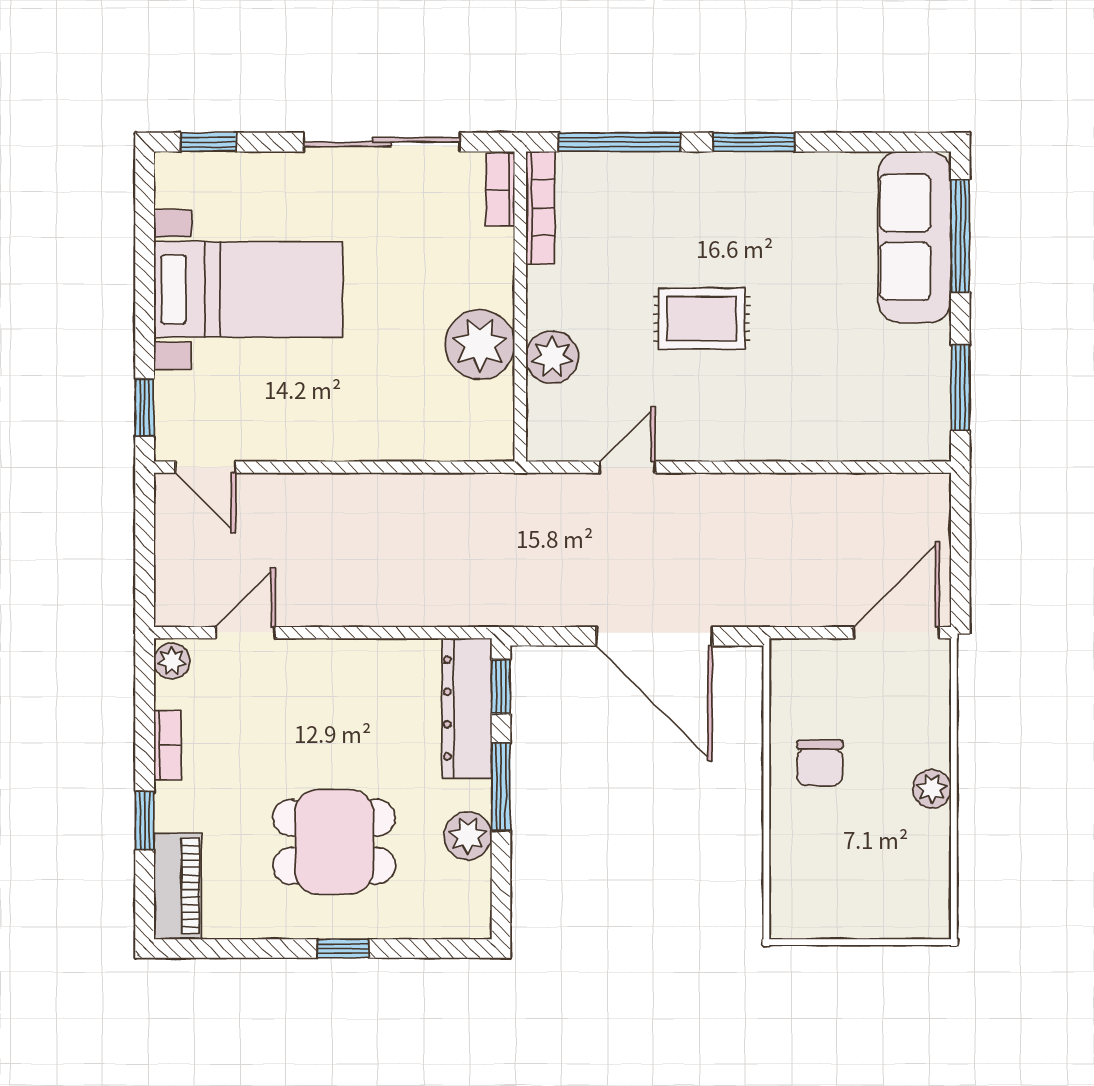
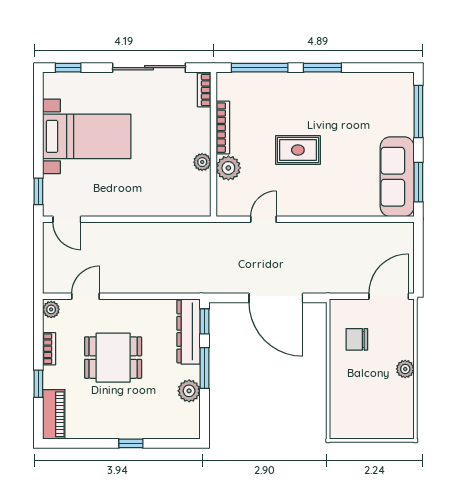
bookcase: (540, 208) -> (223, 128), moved
sofa: (915, 237) -> (397, 177), moved
plant: (480, 345) -> (202, 162), width x0.53, depth x0.53
chair: (820, 763) -> (357, 339), moved, turned 90
dining table: (334, 842) -> (113, 358), moved

